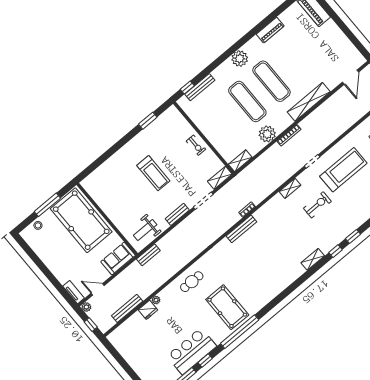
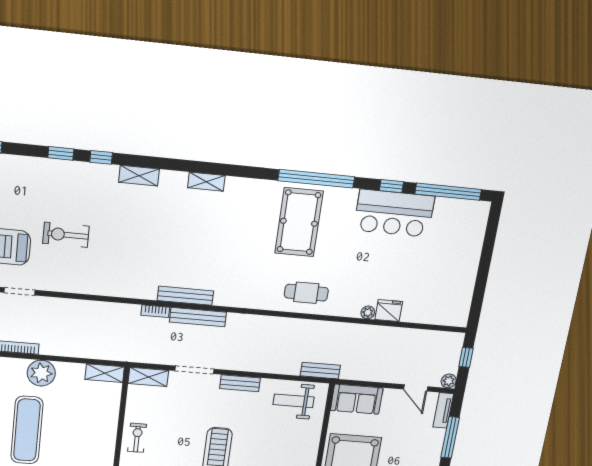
shelving: (290, 188) -> (206, 182), moved
weight bench: (145, 230) -> (294, 401), turned 180
window: (56, 284) -> (450, 437), added
bench: (127, 308) -> (198, 317), moved

